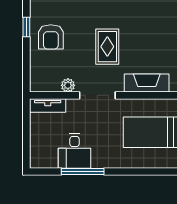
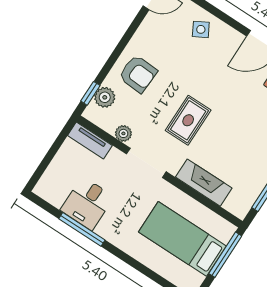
window: (26, 27) -> (90, 93), moved
armchair: (51, 37) -> (138, 74), turned -87
plant: (38, 69) -> (105, 97), added

